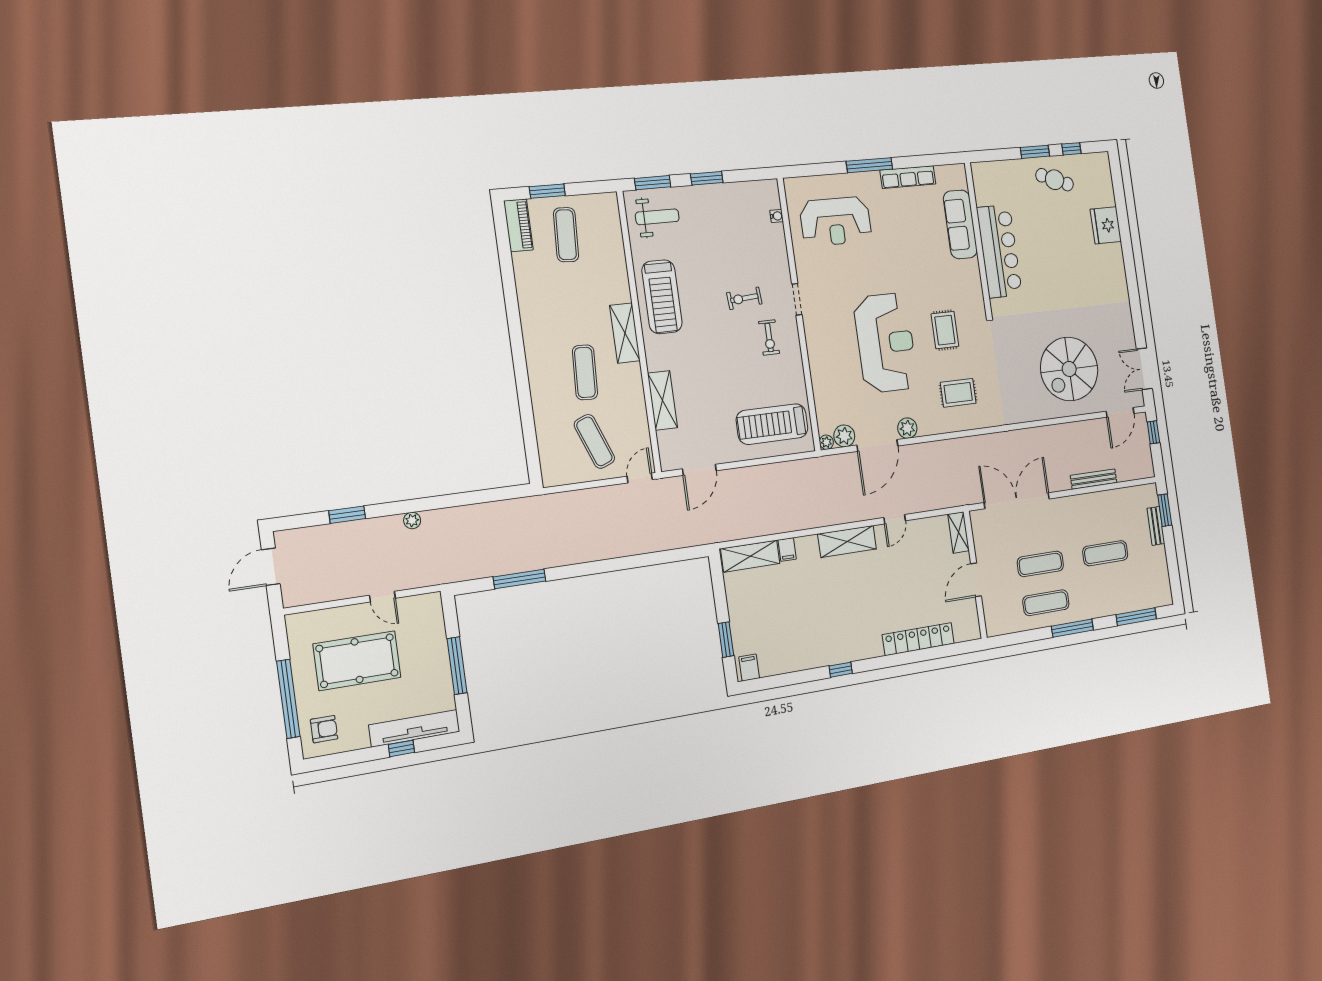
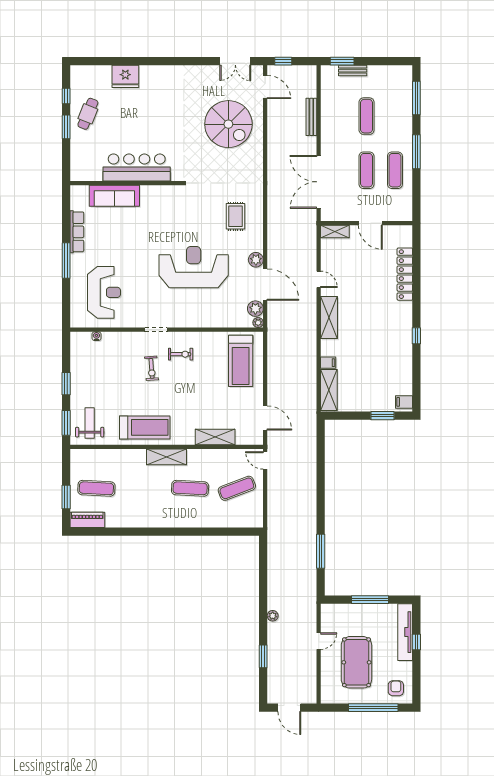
rug: (945, 330) -> (189, 220), removed

